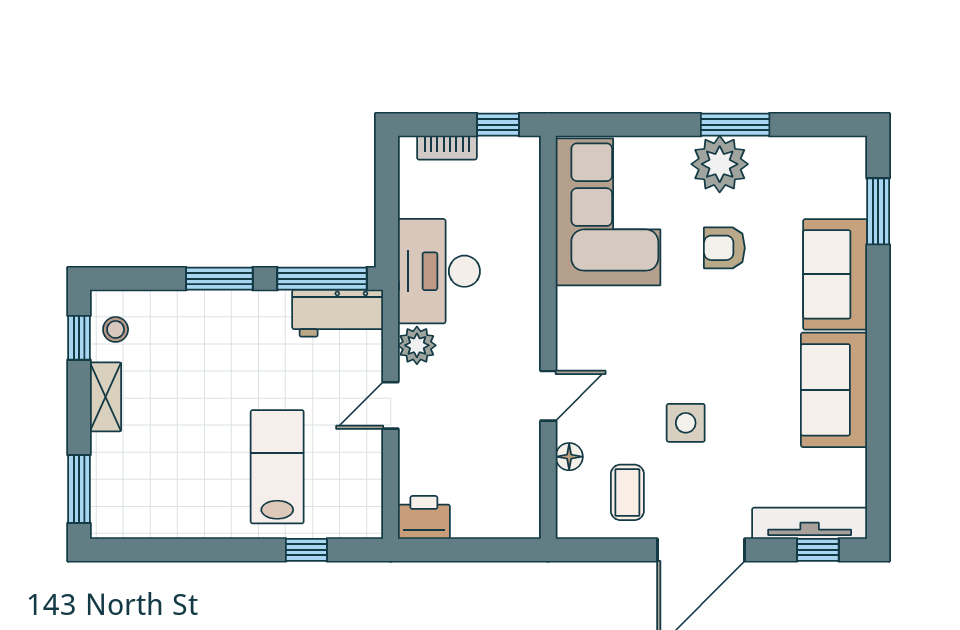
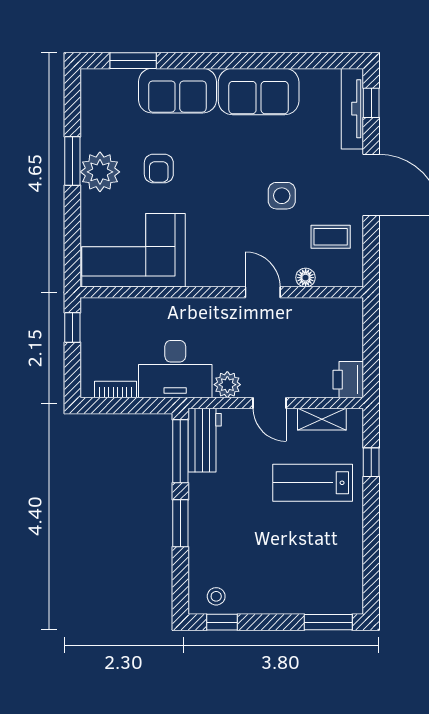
bookcase: (447, 148) -> (116, 390), moved, turned -90
shelving: (106, 397) -> (322, 419), moved

